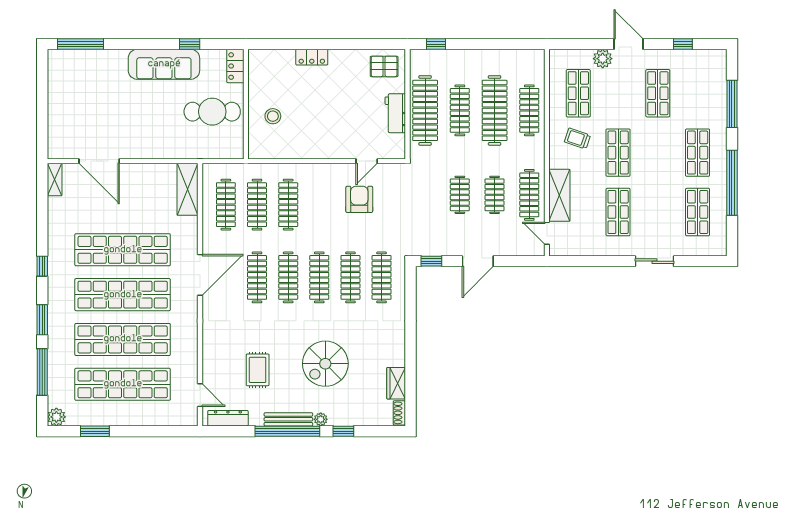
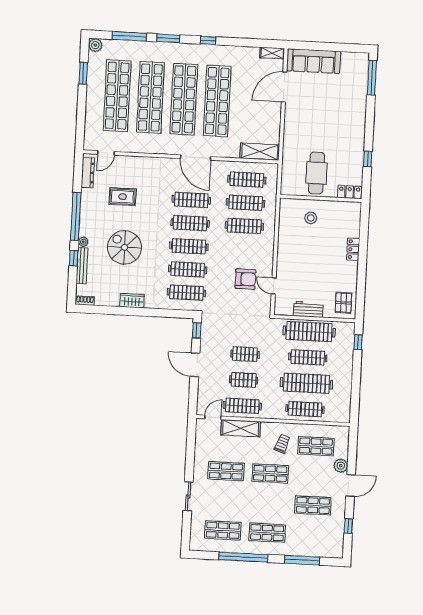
sofa: (164, 64) -> (314, 61), moved, turned -90
wardrobe: (396, 383) -> (132, 301), moved
bench: (288, 419) -> (82, 266), moved

